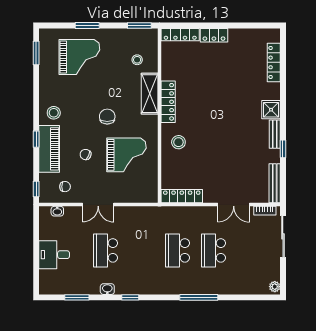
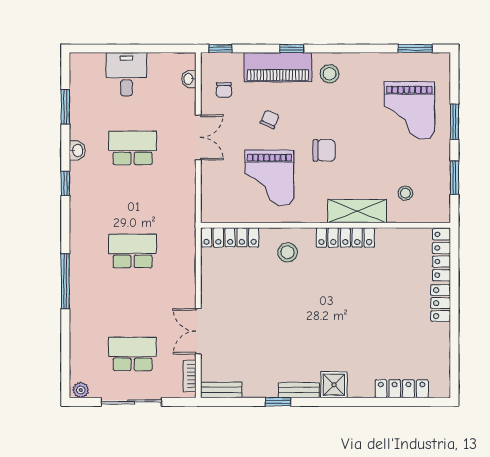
window: (139, 25) -> (454, 178), moved
bench: (275, 183) -> (221, 390), width x0.73
locker: (182, 196) -> (230, 237), moved, turned 90
double door: (98, 205) -> (198, 137), swing flipped
sliding door: (283, 236) -> (131, 402), moved
school desk: (213, 250) -> (133, 354), moved

